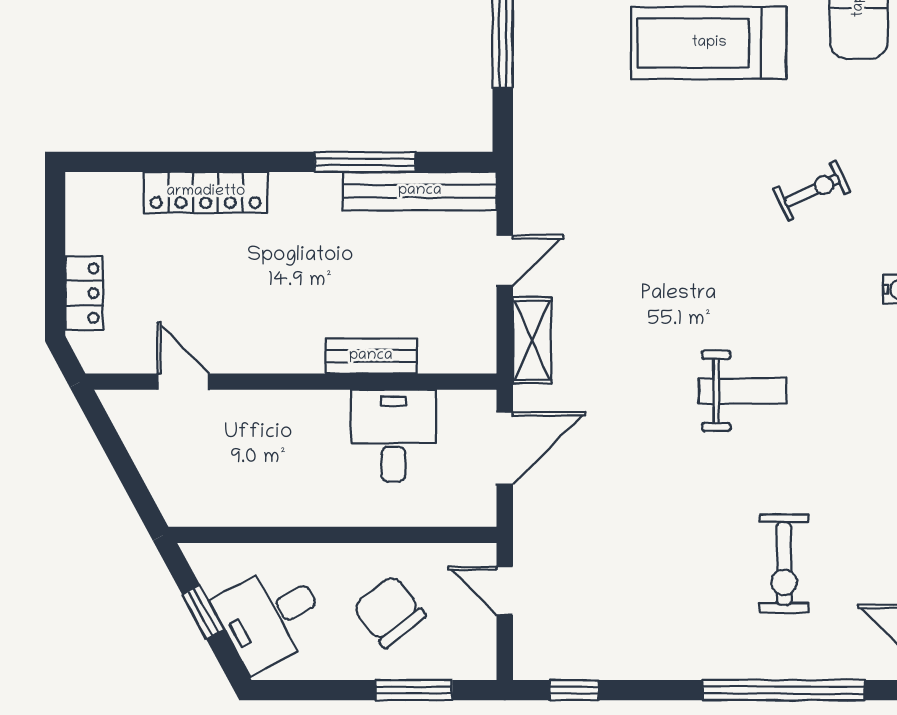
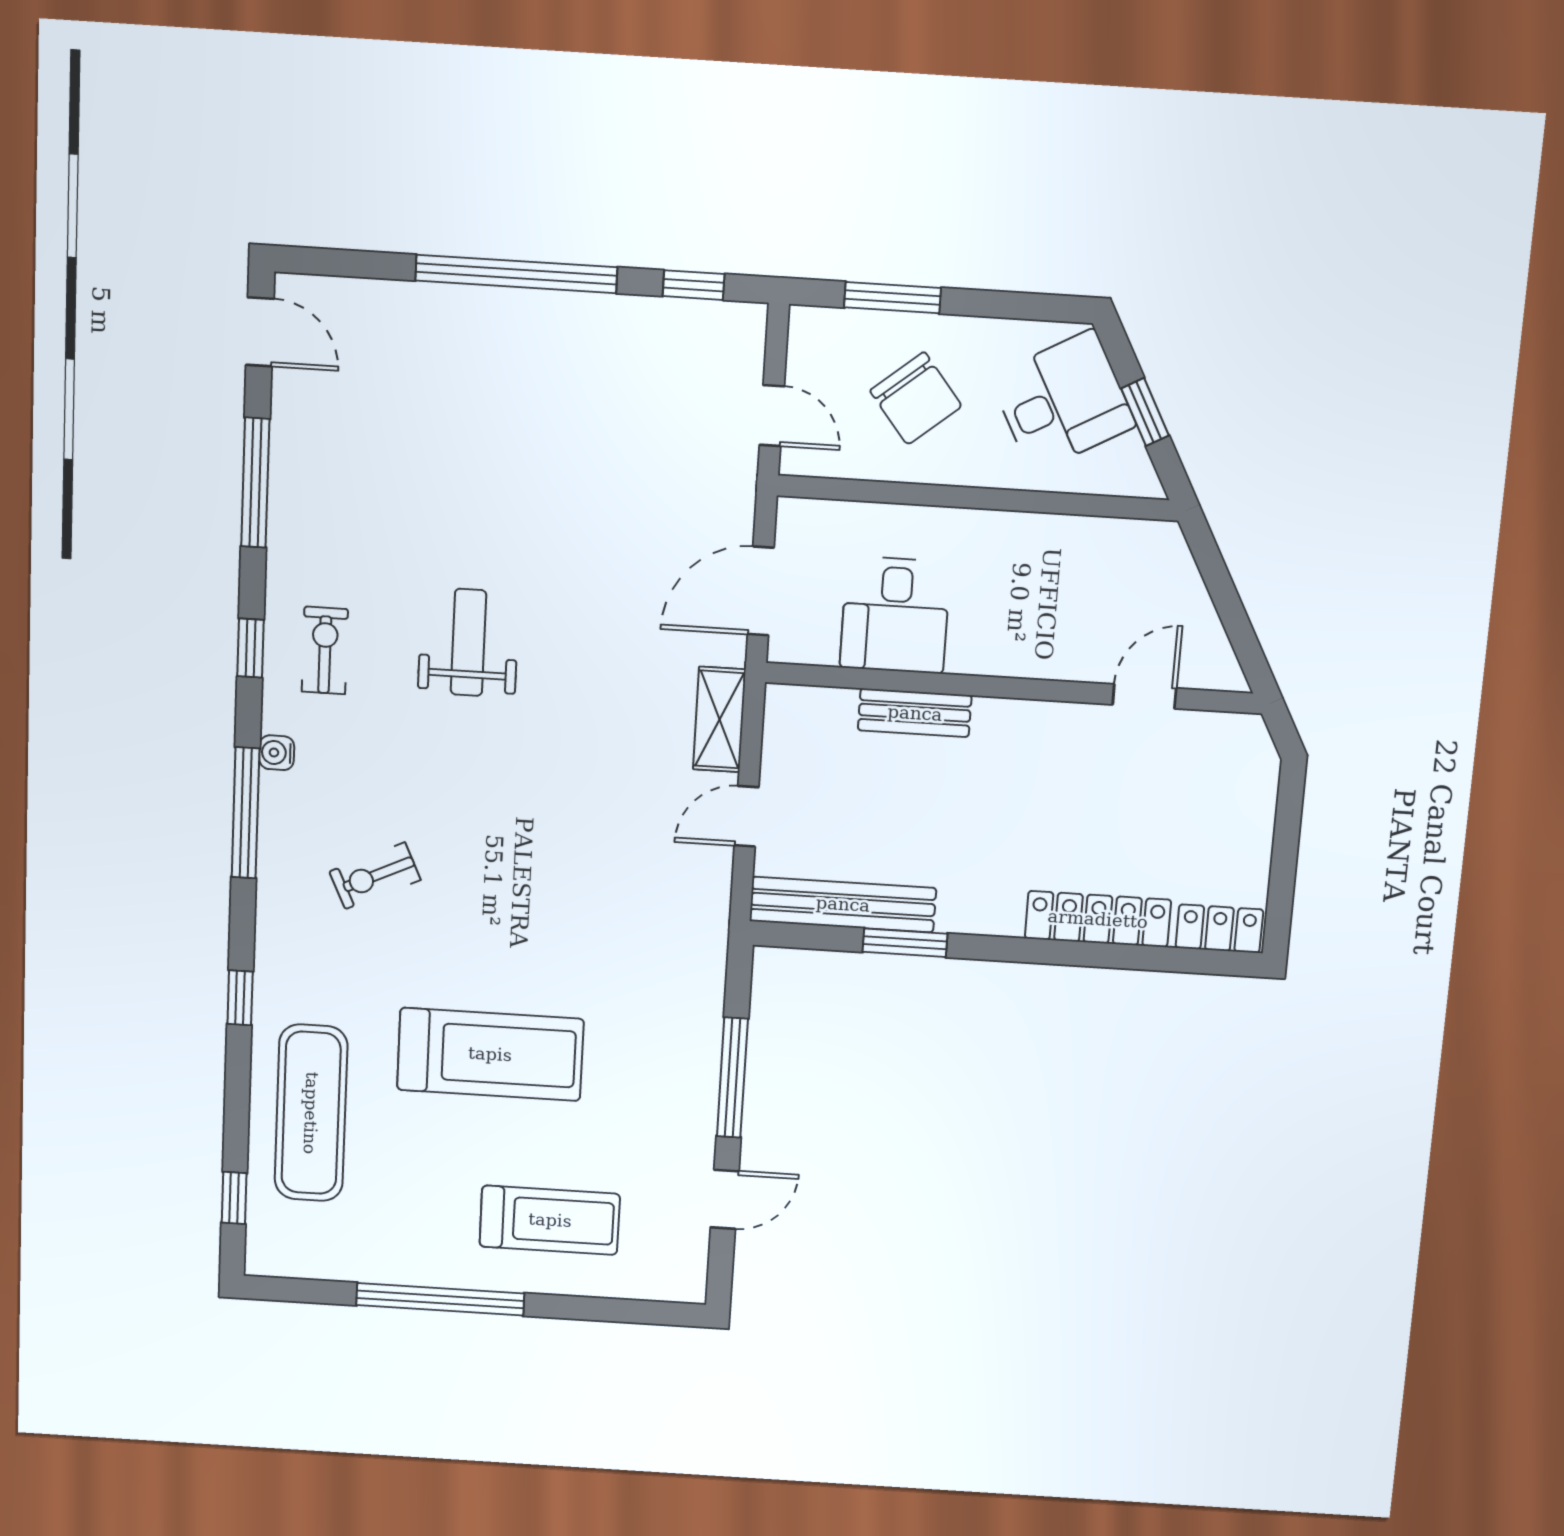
window: (365, 162) -> (905, 943), width x0.69
locker: (84, 293) -> (1219, 929), moved, turned 90
door: (183, 382) -> (1144, 696), swing flipped
weight bench: (742, 391) -> (468, 642), turned 90
exercise bike: (784, 564) -> (325, 650), moved, width x0.73, depth x0.72
window: (784, 690) -> (516, 274), moved

